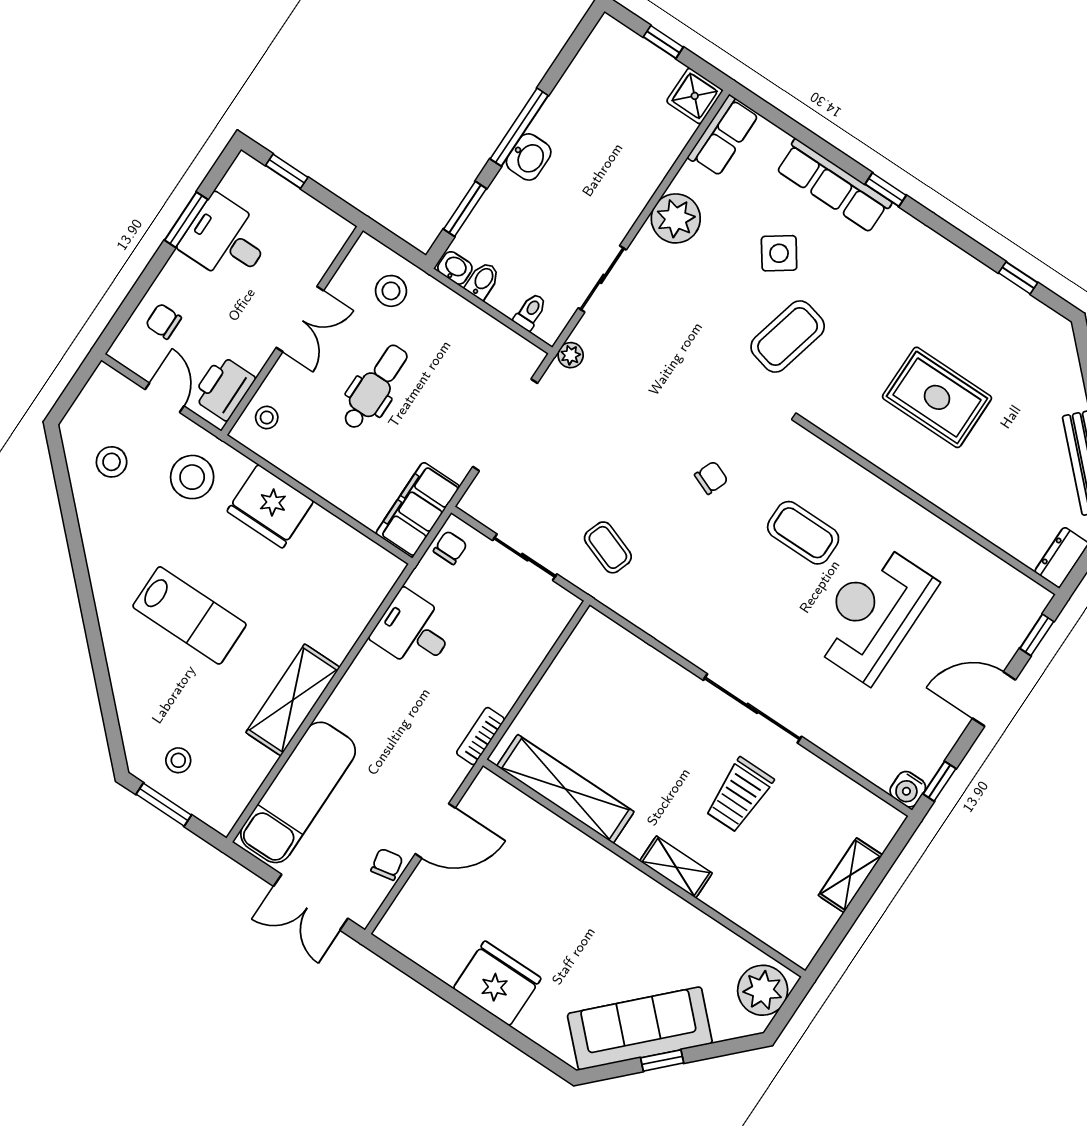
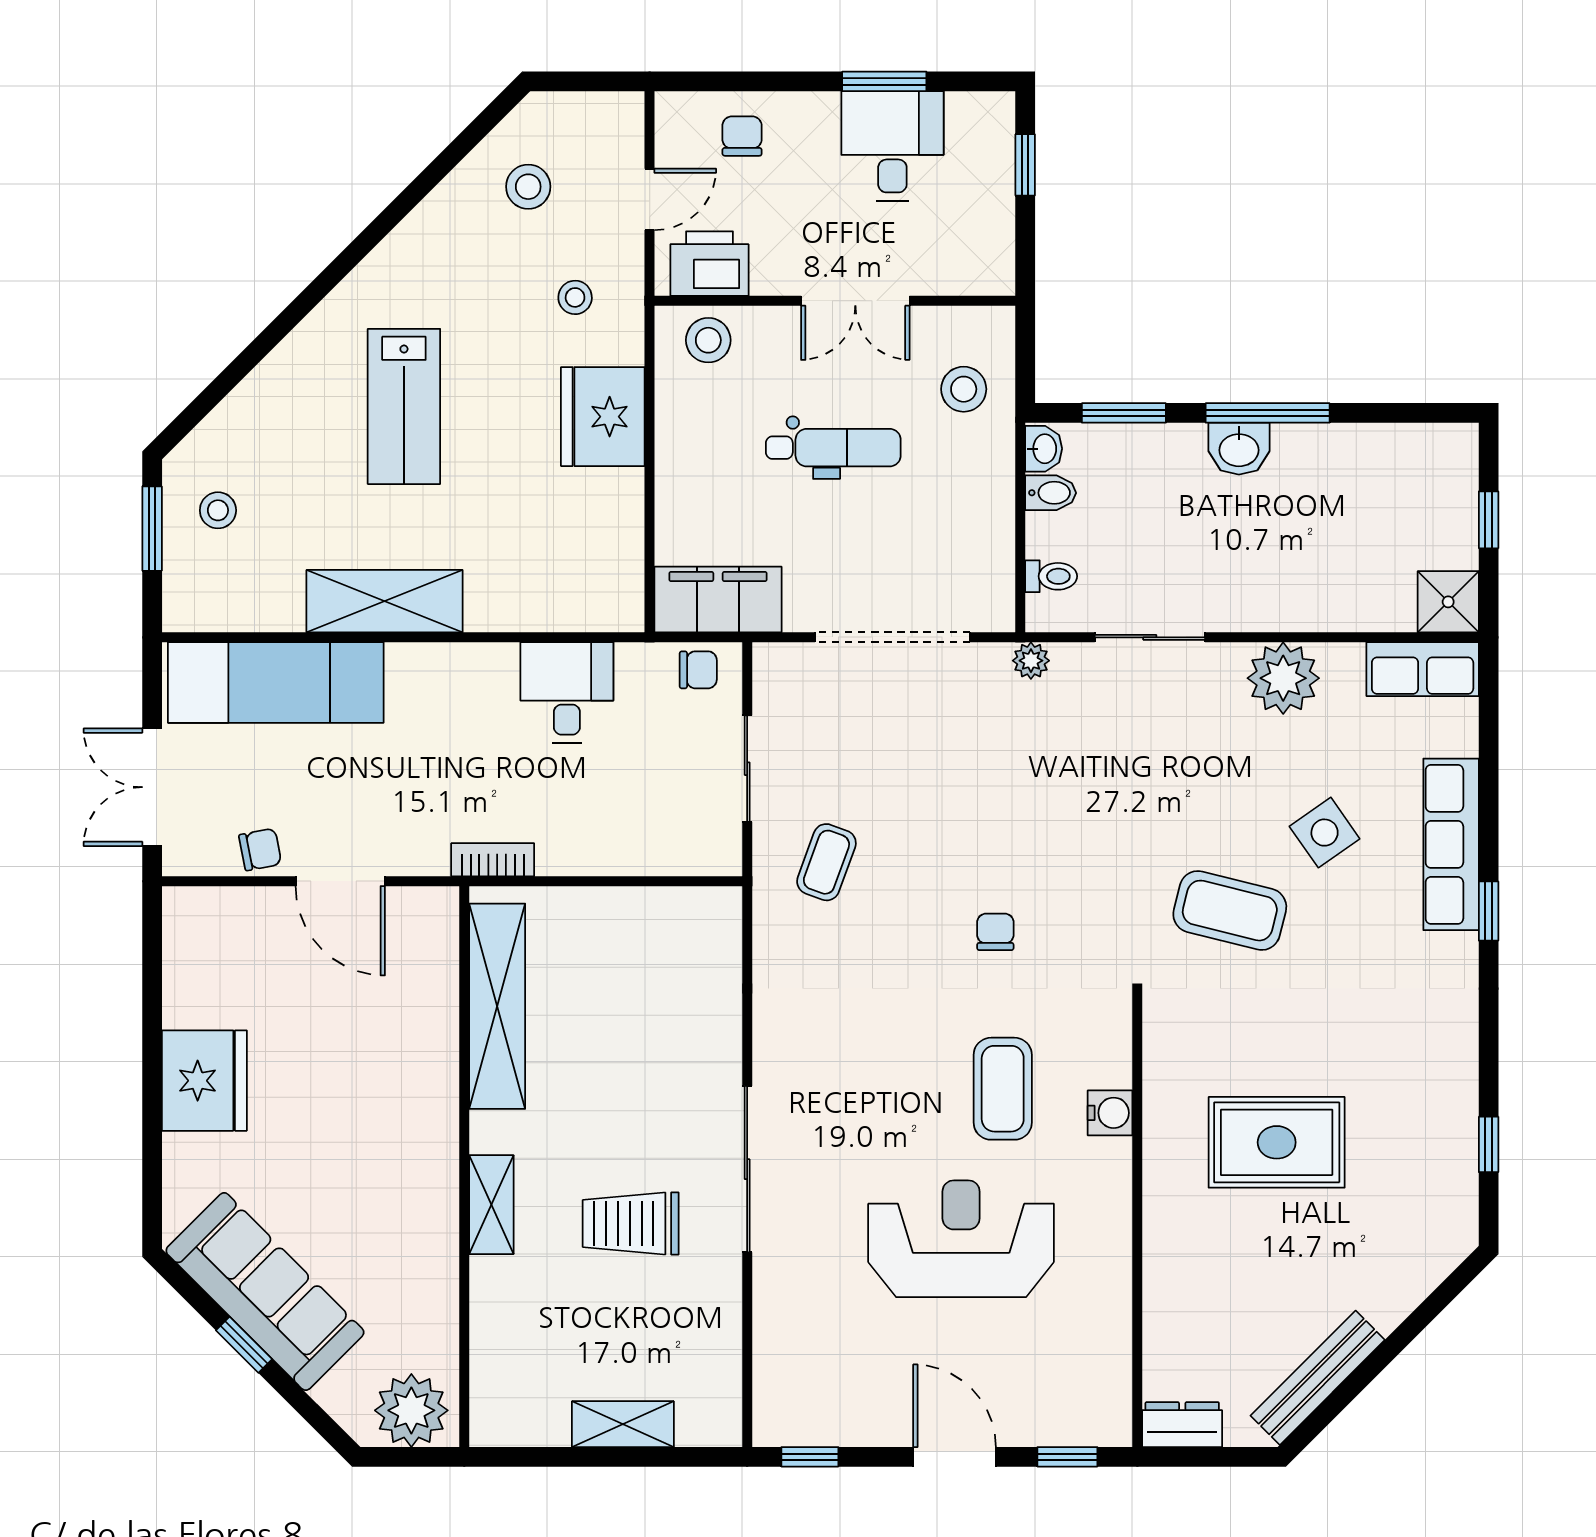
rug: (937, 397) -> (1277, 1142), turned 90
stool: (267, 418) -> (708, 340), width x1.37, depth x1.37
stool: (192, 477) -> (575, 297), width x0.53, depth x0.53
chair: (711, 478) -> (995, 932), turned -112
water cooler: (908, 789) -> (1110, 1113), moved, turned 180

